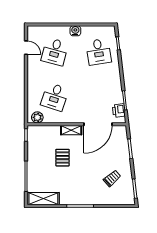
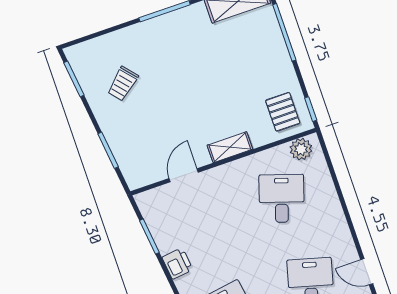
printer: (119, 111) -> (177, 263), moved
door: (98, 124) -> (184, 175), width x0.53
pallet: (62, 158) -> (283, 112), moved

